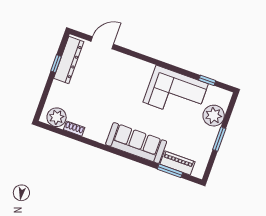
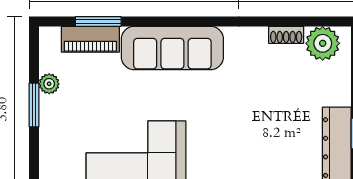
plant: (214, 116) -> (49, 84), moved, width x0.53, depth x0.53

